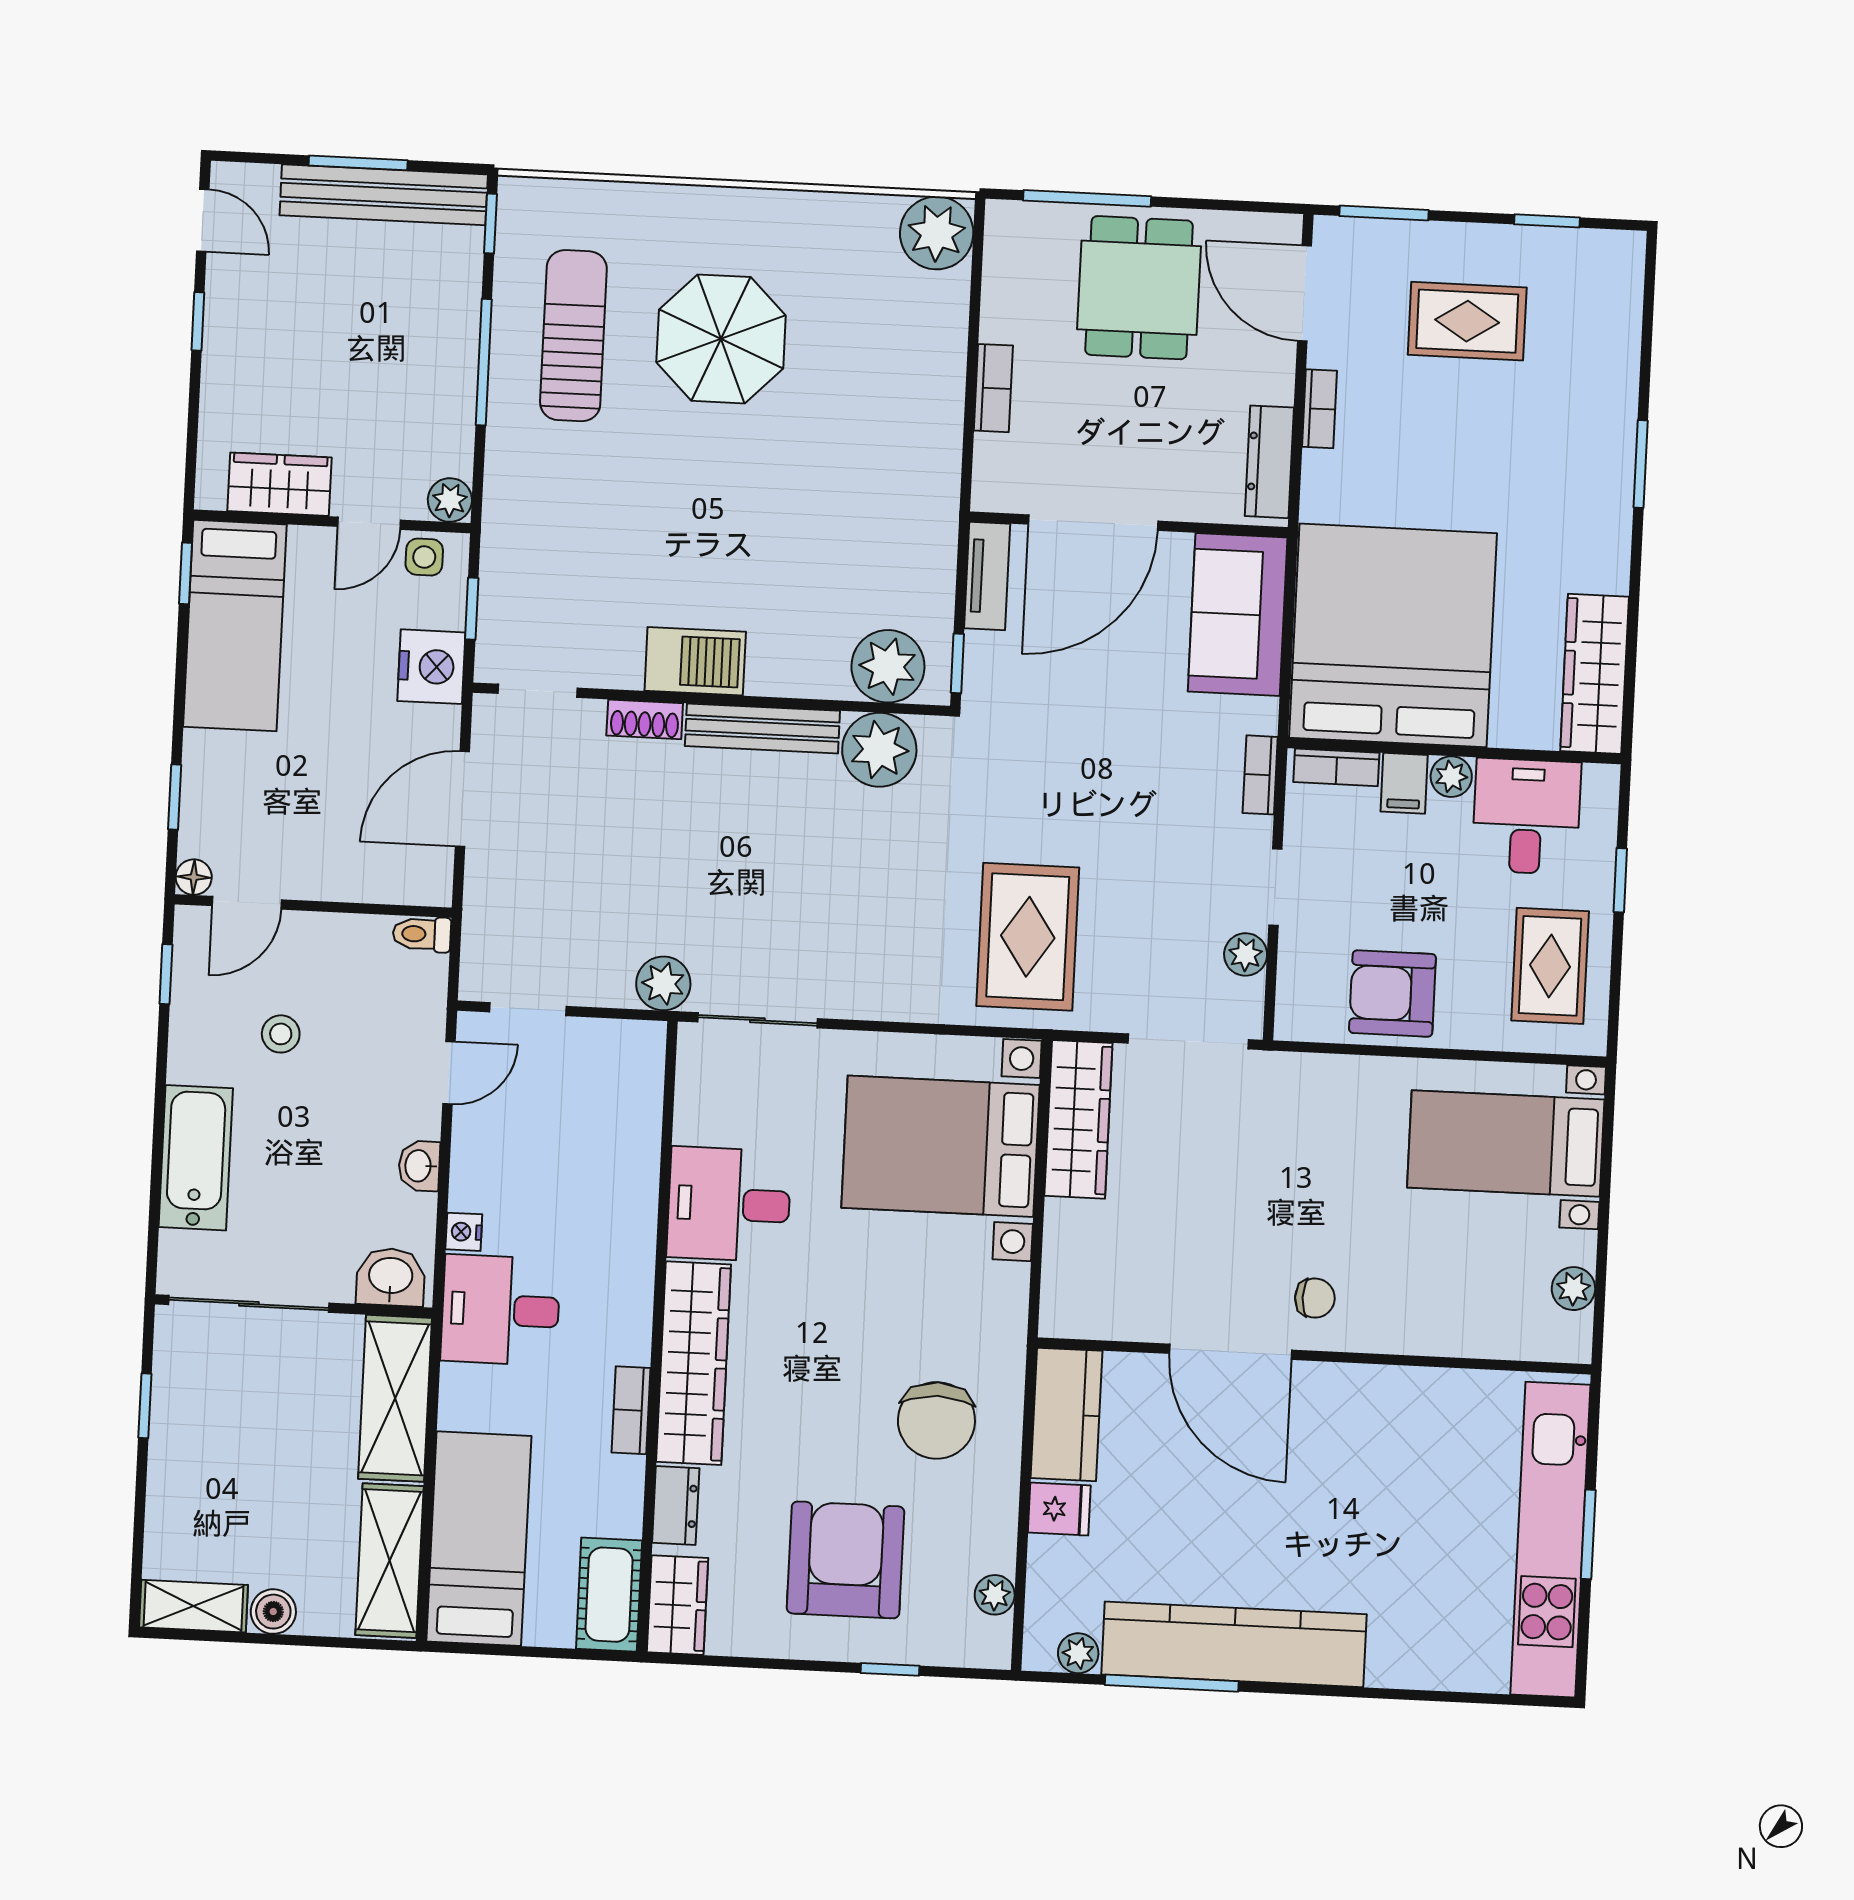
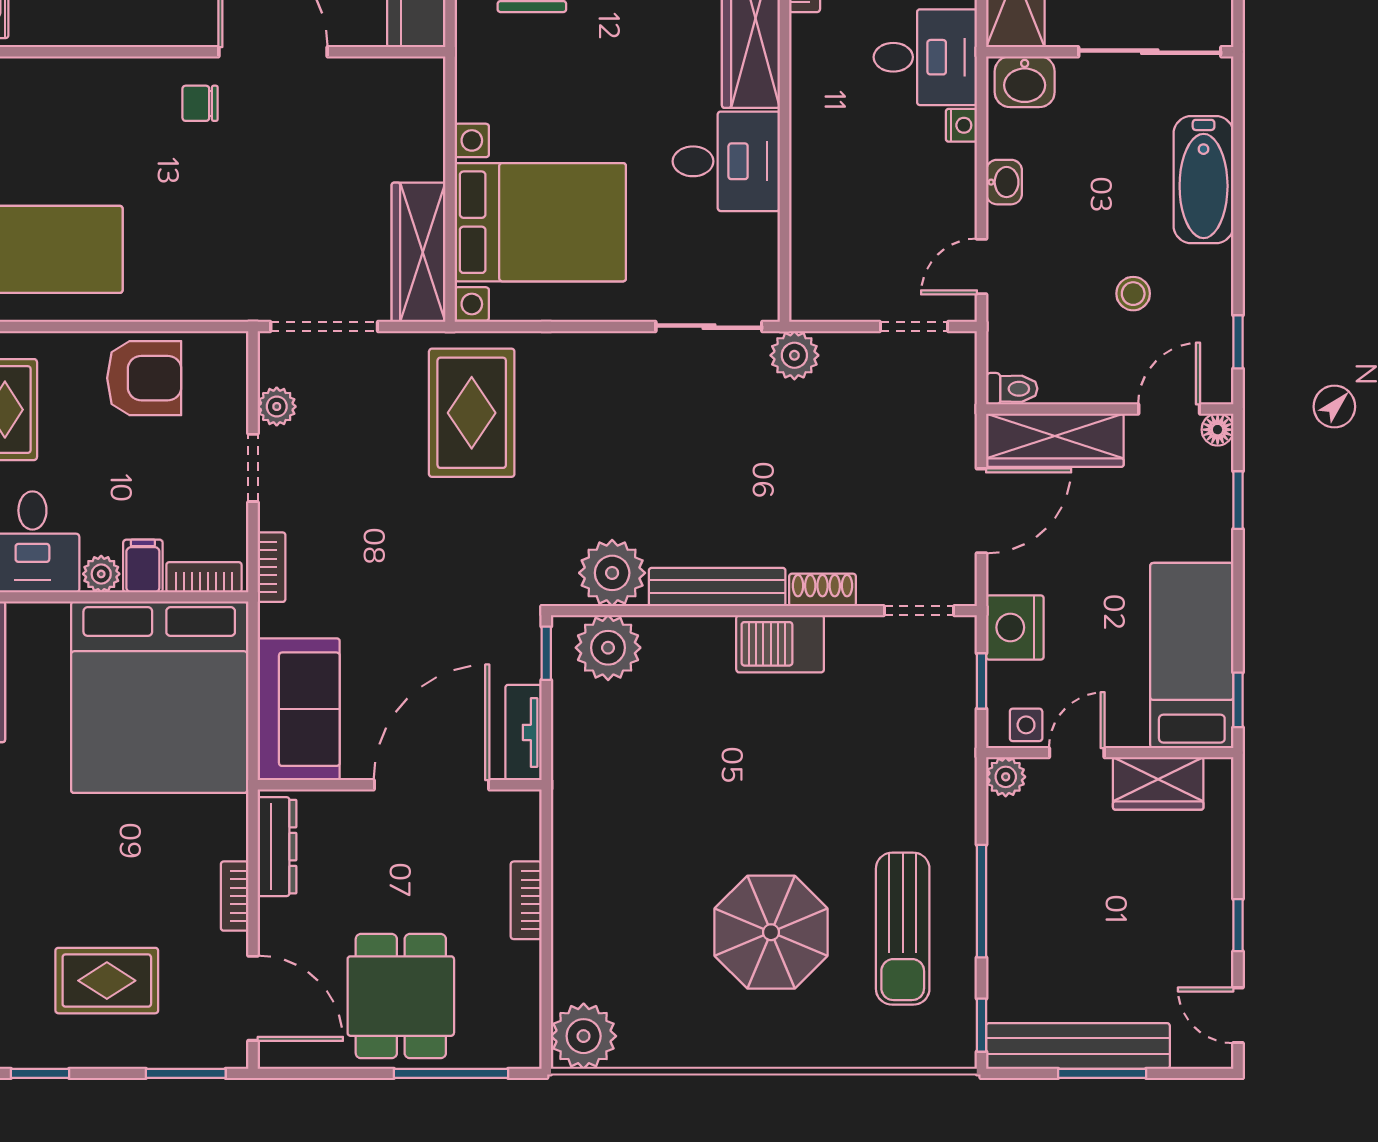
wardrobe: (376, 874) -> (1055, 440), added

